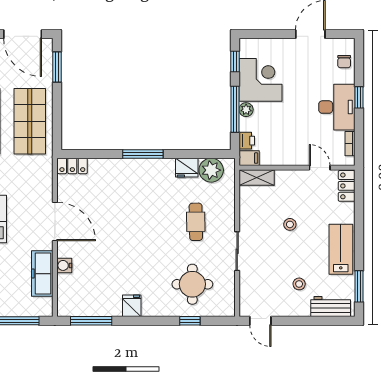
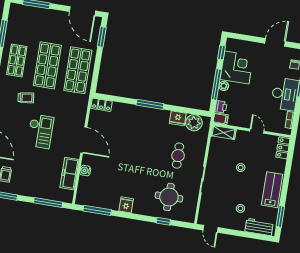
door: (320, 168) -> (257, 131), moved

